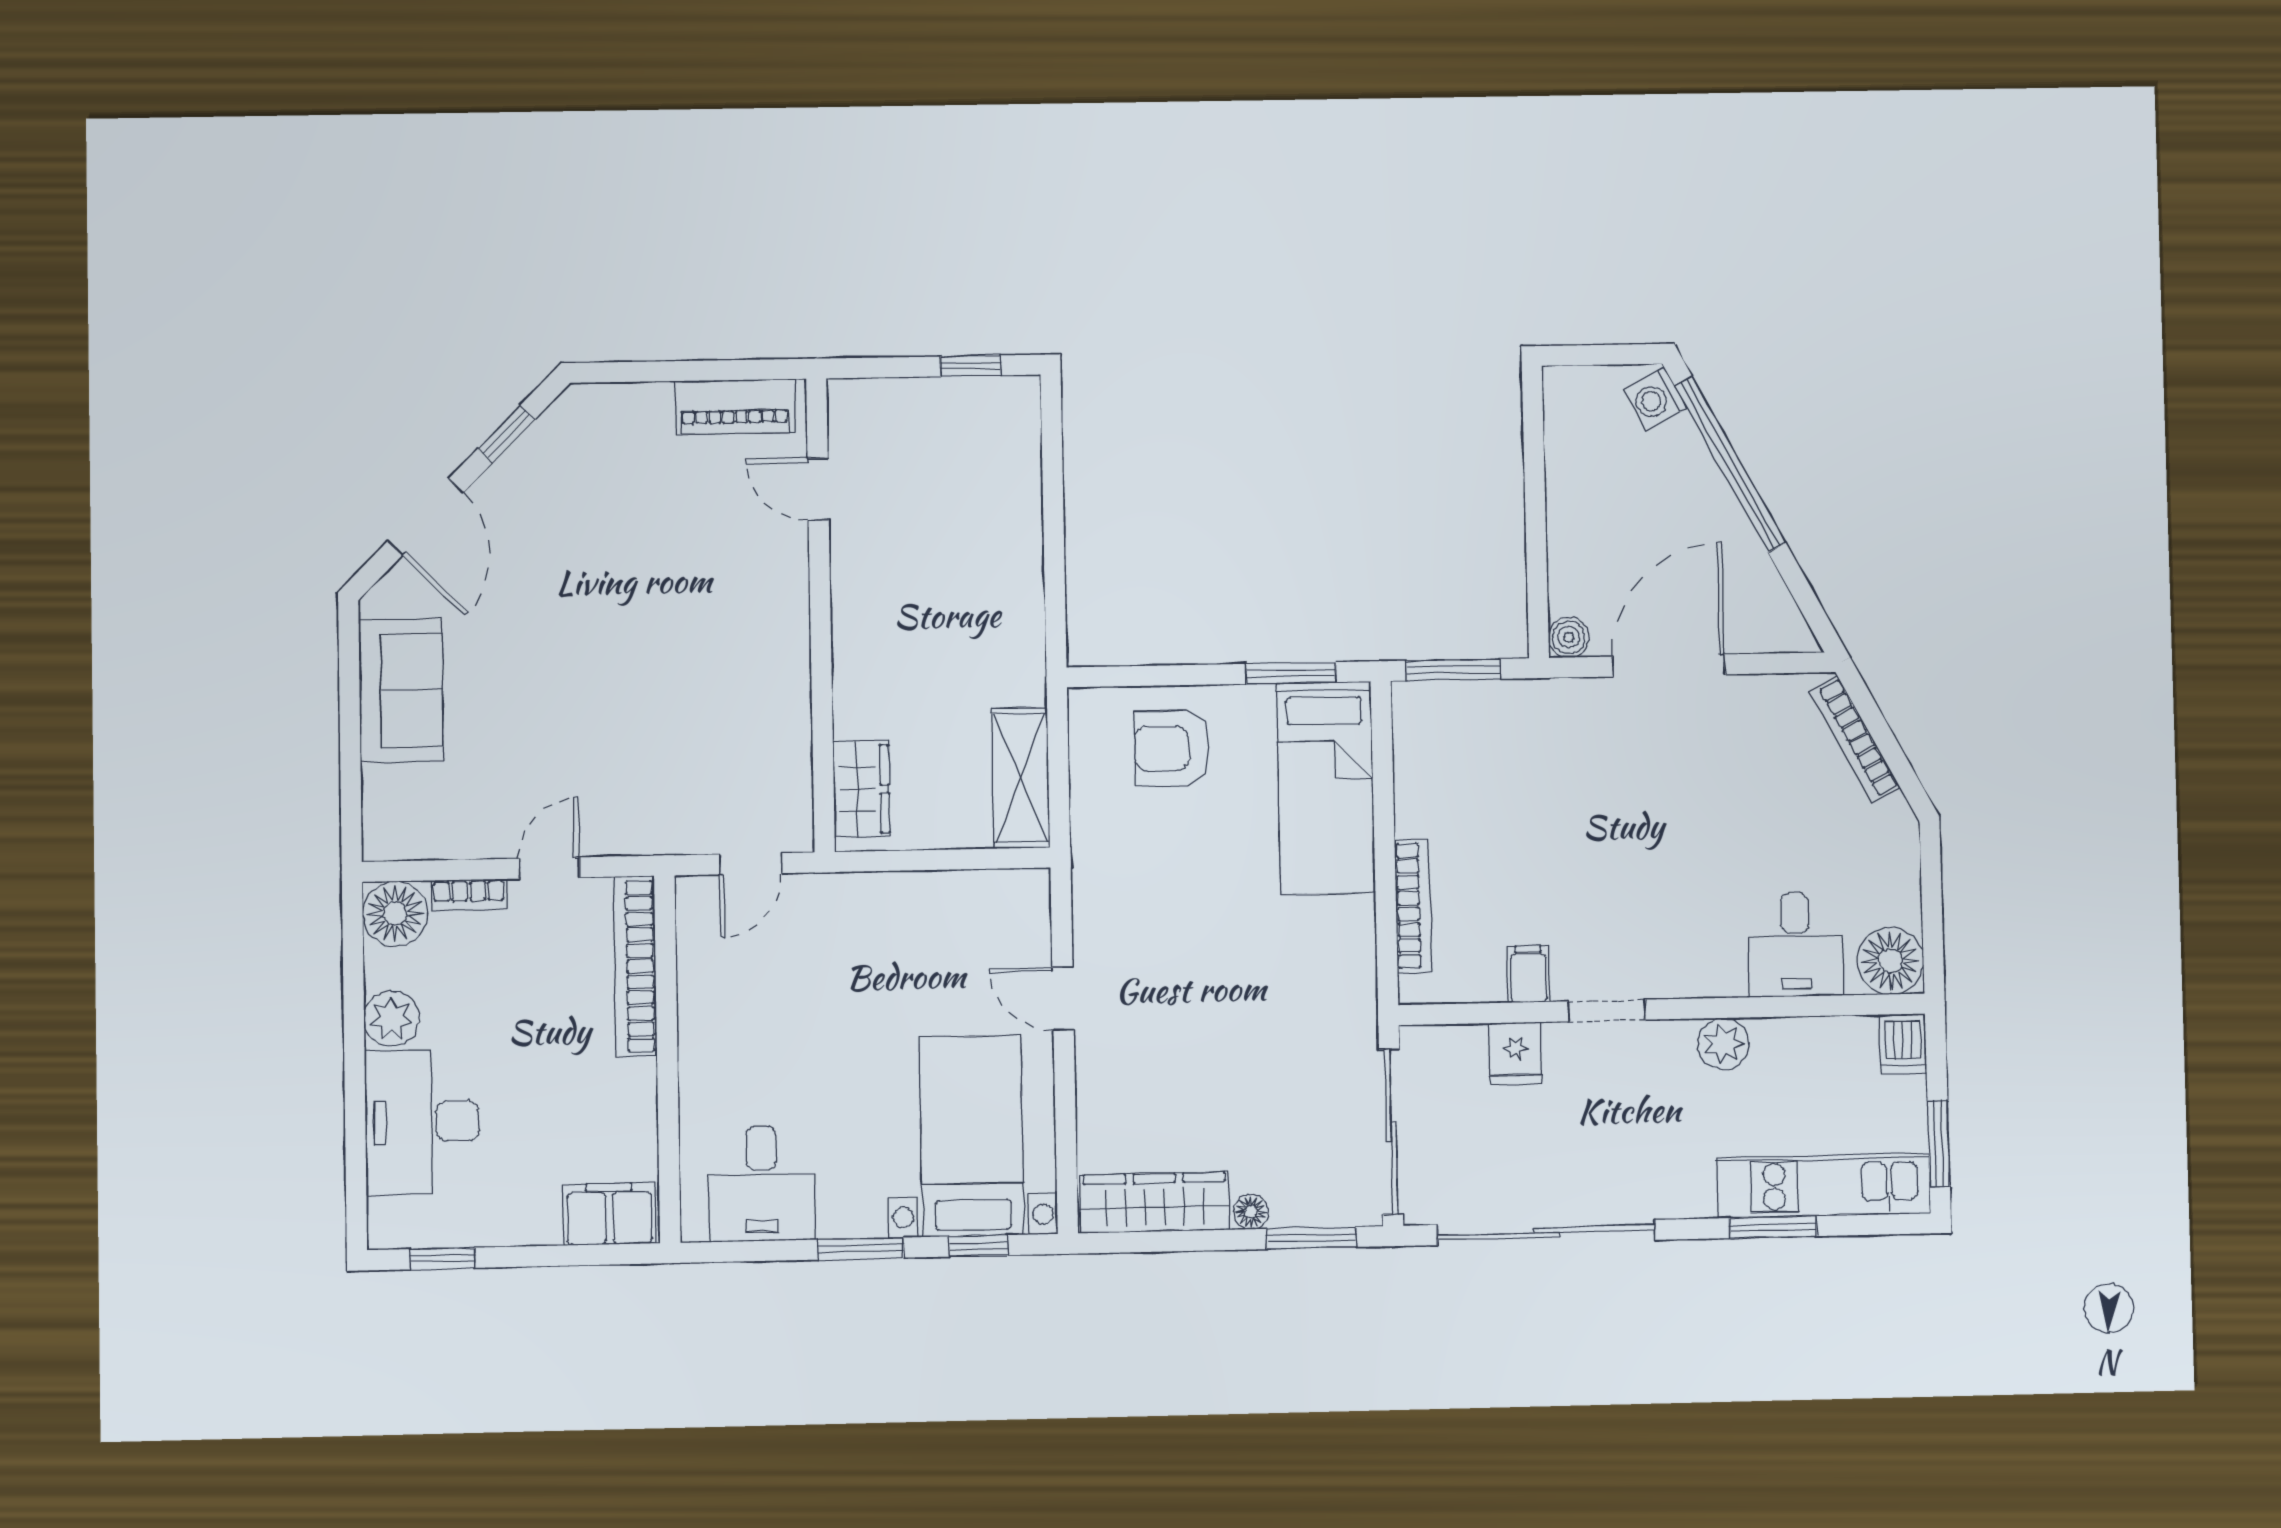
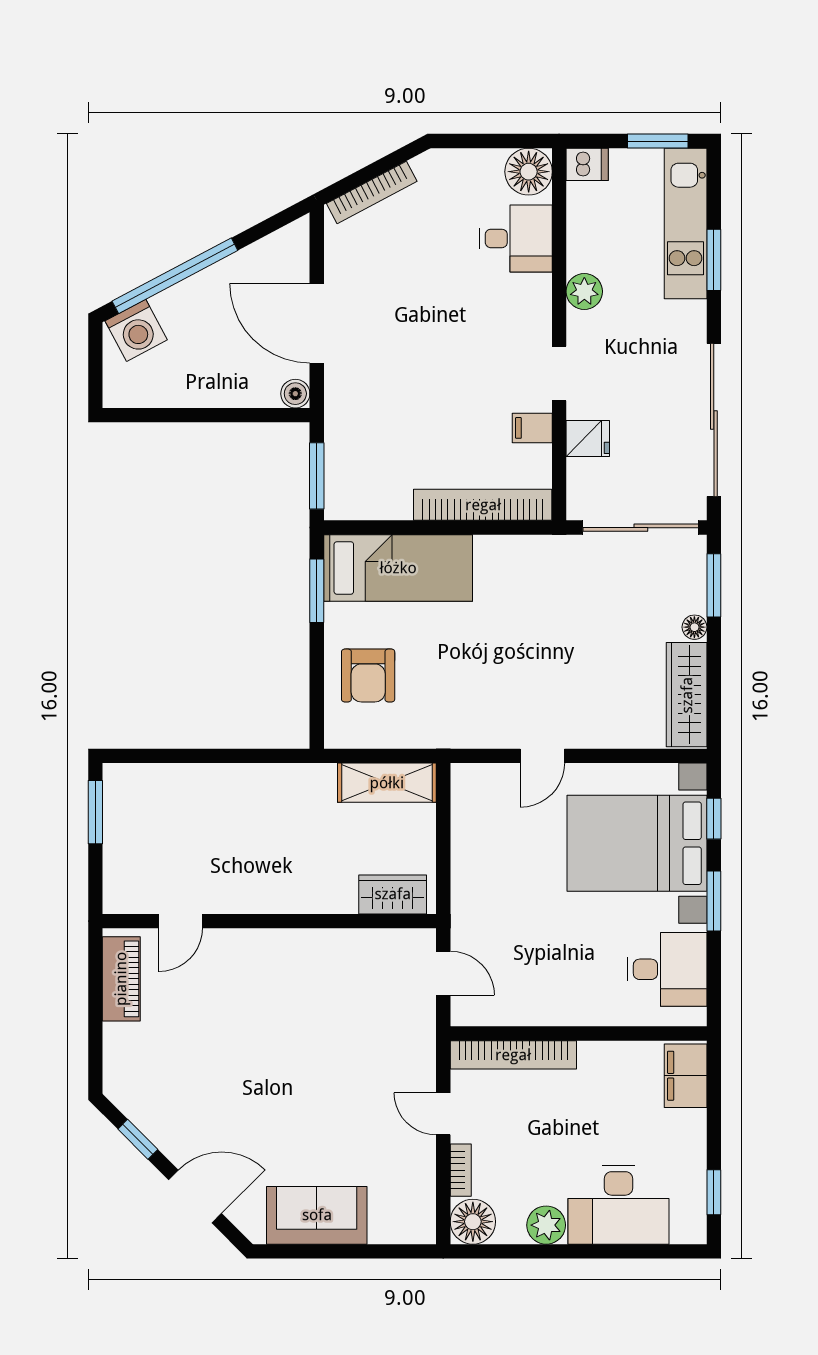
window: (971, 366) -> (95, 812), width x1.50
washing machine: (1655, 399) -> (136, 330), width x1.38, depth x1.38
bookcase: (1413, 906) -> (483, 505), width x1.48, depth x1.31
bed with nightstands: (972, 1136) -> (637, 843), width x1.36

